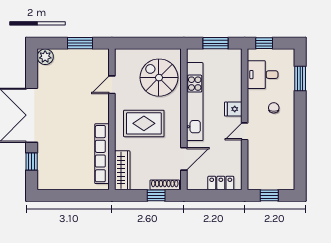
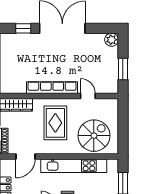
row of seats: (102, 154) -> (52, 88), moved
door: (184, 159) -> (25, 157), hinge flipped

